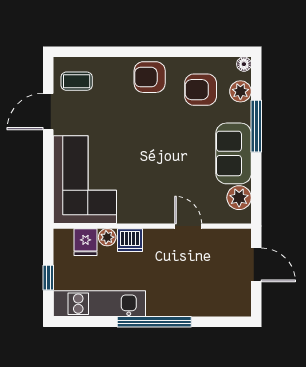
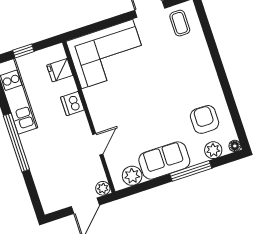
armchair: (150, 77) -> (201, 78), removed
plant: (107, 237) -> (103, 188), moved

